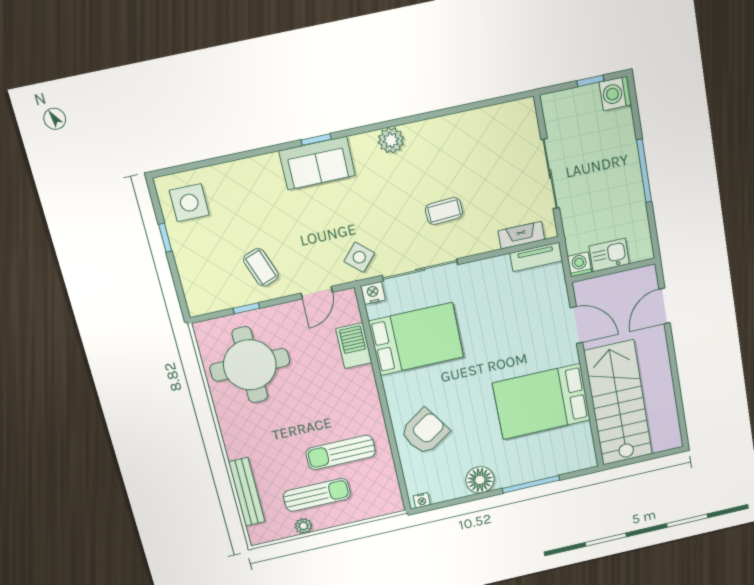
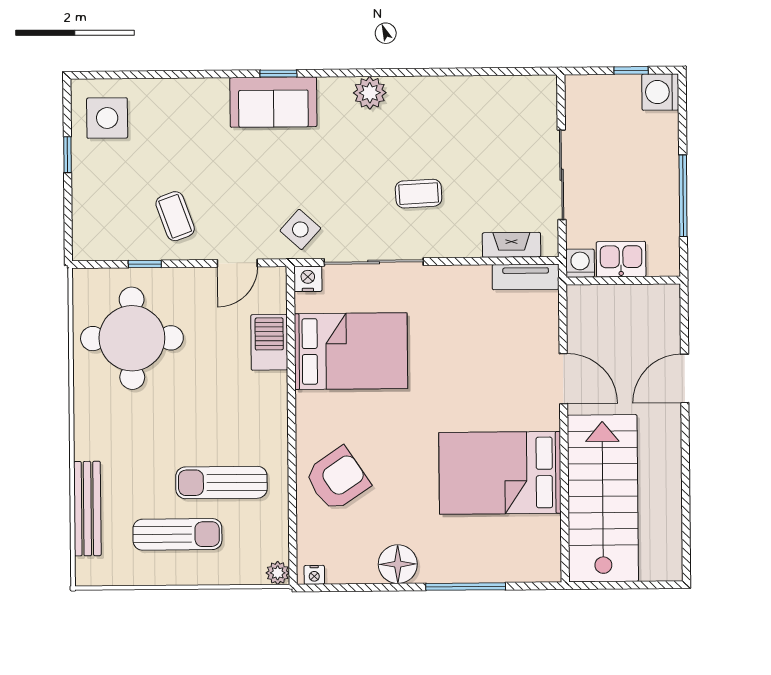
kitchen sink: (609, 255) -> (621, 259), moved
washing machine: (579, 264) -> (580, 263), moved
wall: (613, 270) -> (623, 281), moved
plant: (303, 526) -> (278, 573), moved

